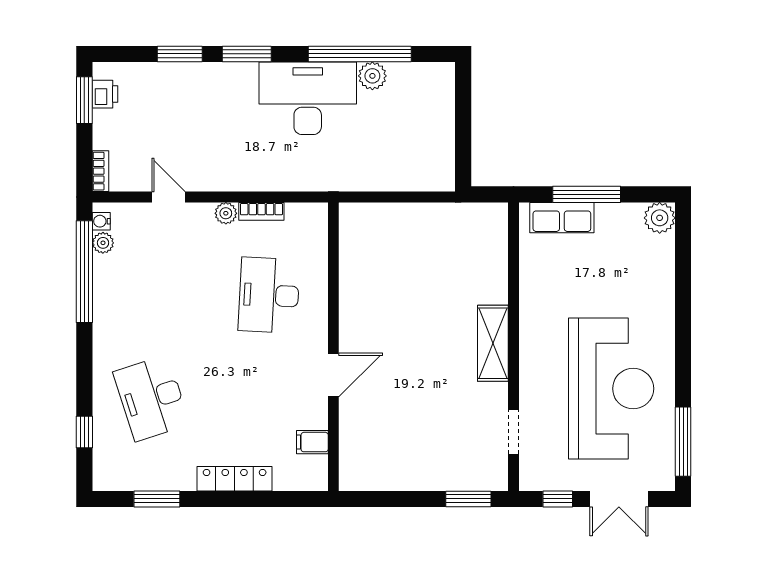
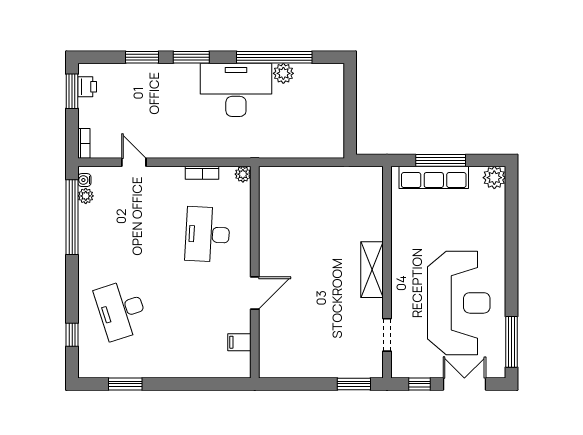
plant: (226, 213) -> (243, 174), moved
row of seats: (562, 218) -> (434, 177), width x1.48
locker: (235, 479) -> (182, 369), removed
double door: (619, 499) -> (464, 384), swing flipped

